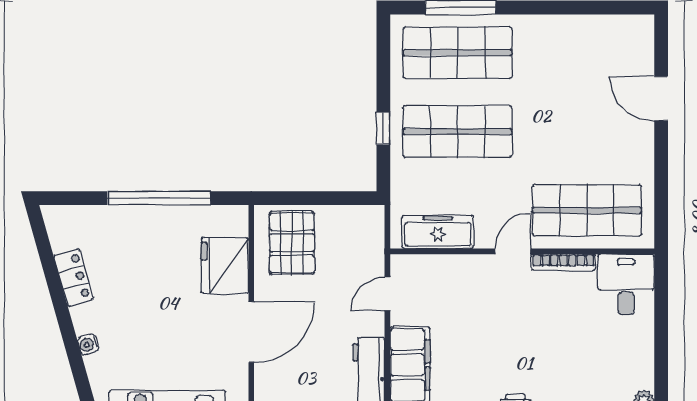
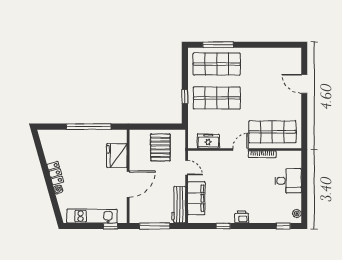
freezer: (438, 232) -> (208, 141), width x0.71
pallet: (292, 243) -> (160, 147), moved
locker: (73, 277) -> (55, 173), moved
desk: (626, 285) -> (288, 181), moved, turned 90
door: (387, 294) -> (187, 168), swing flipped

